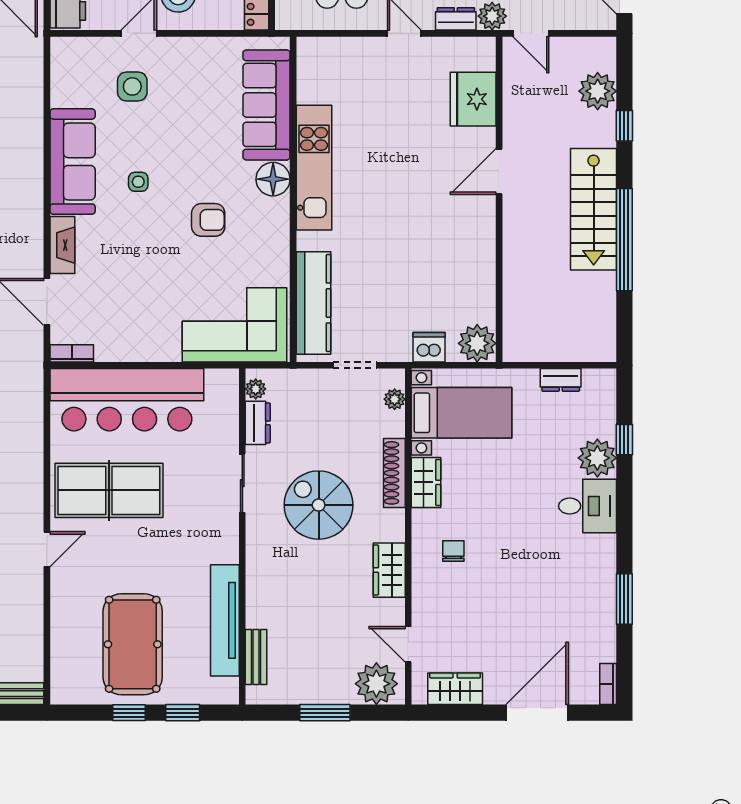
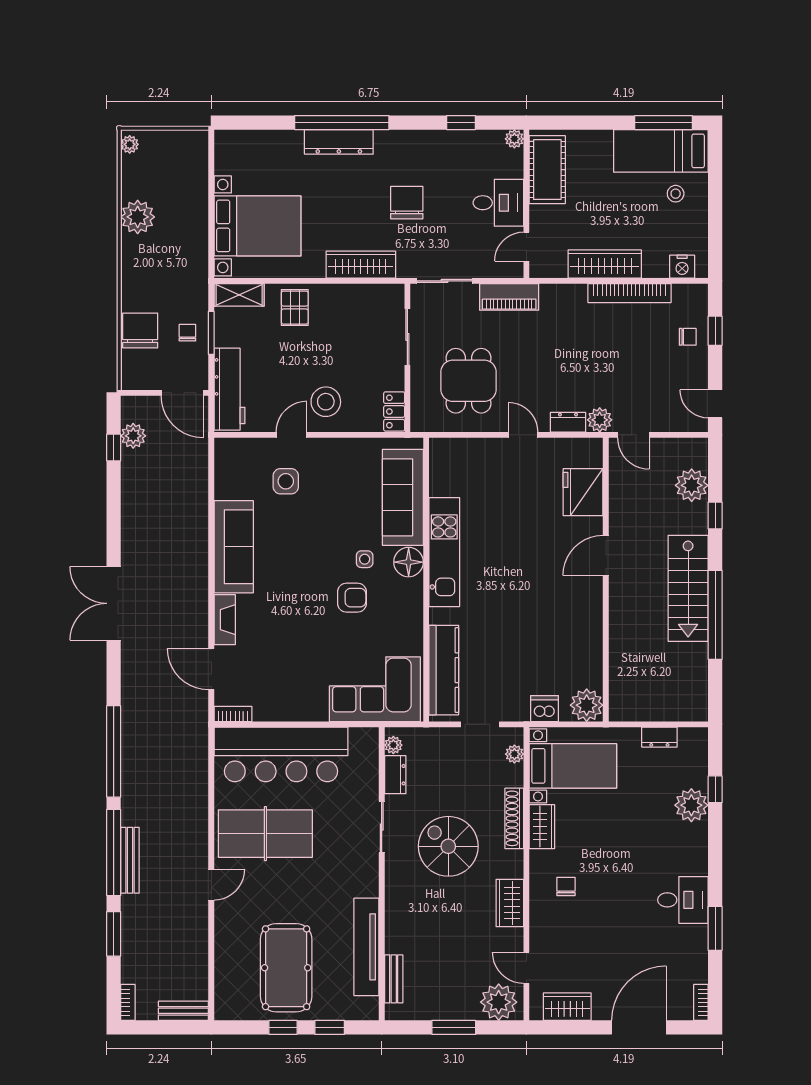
side table: (138, 182) -> (365, 559), moved
desk: (588, 506) -> (683, 900), moved

